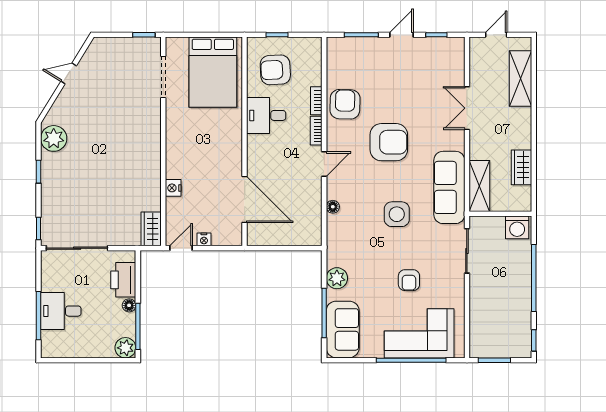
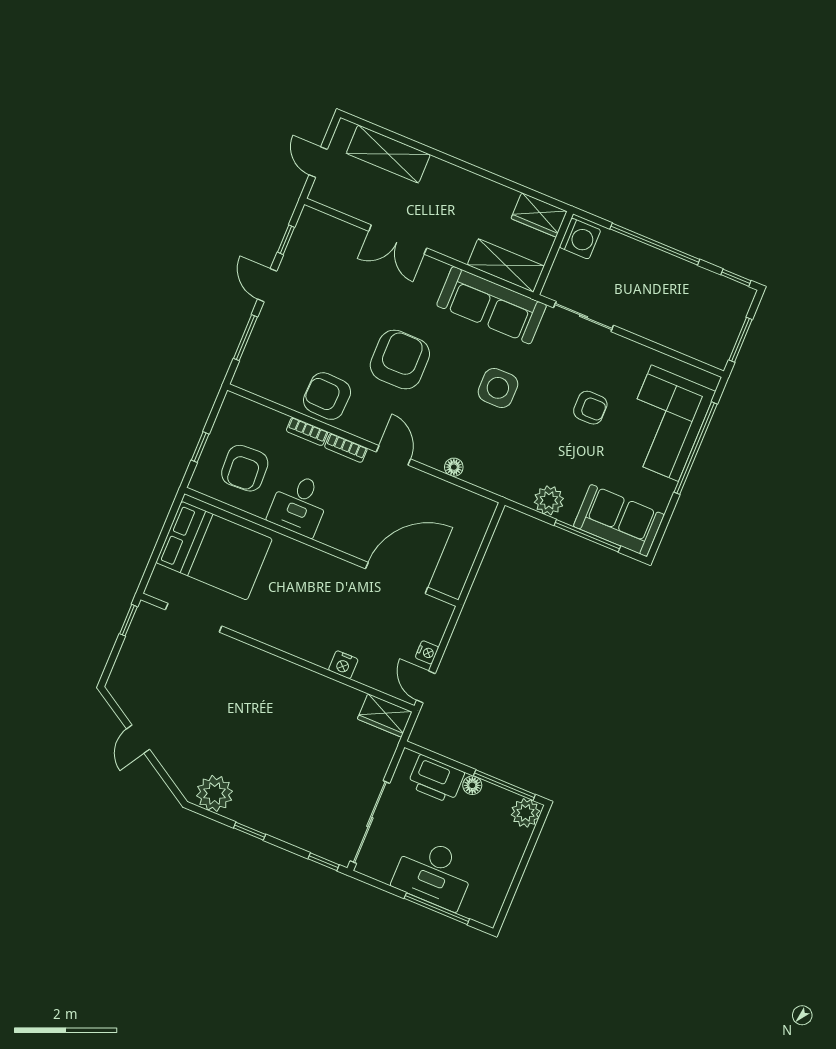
wardrobe: (522, 167) -> (539, 215), moved
desk: (61, 311) -> (434, 873), width x1.37

